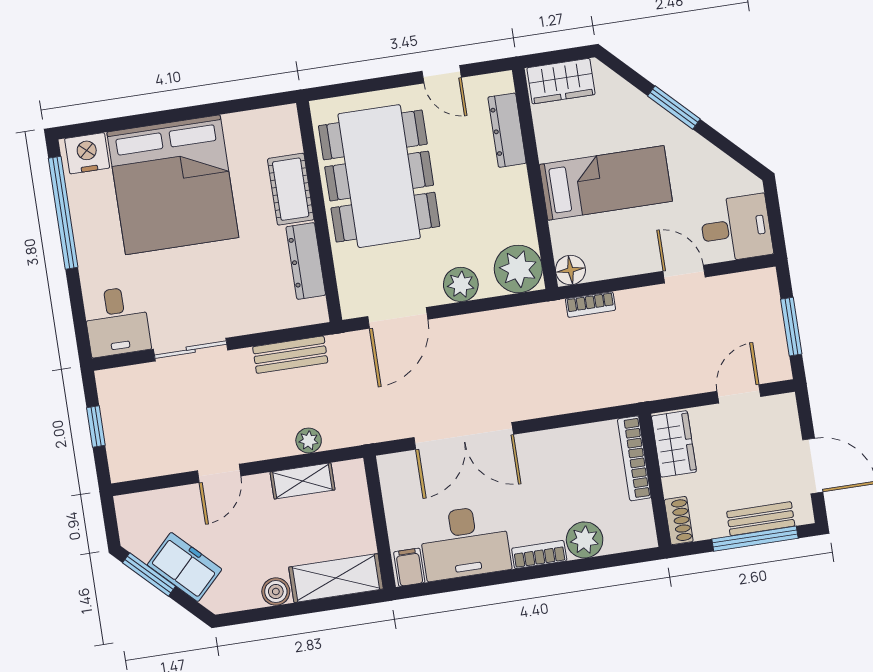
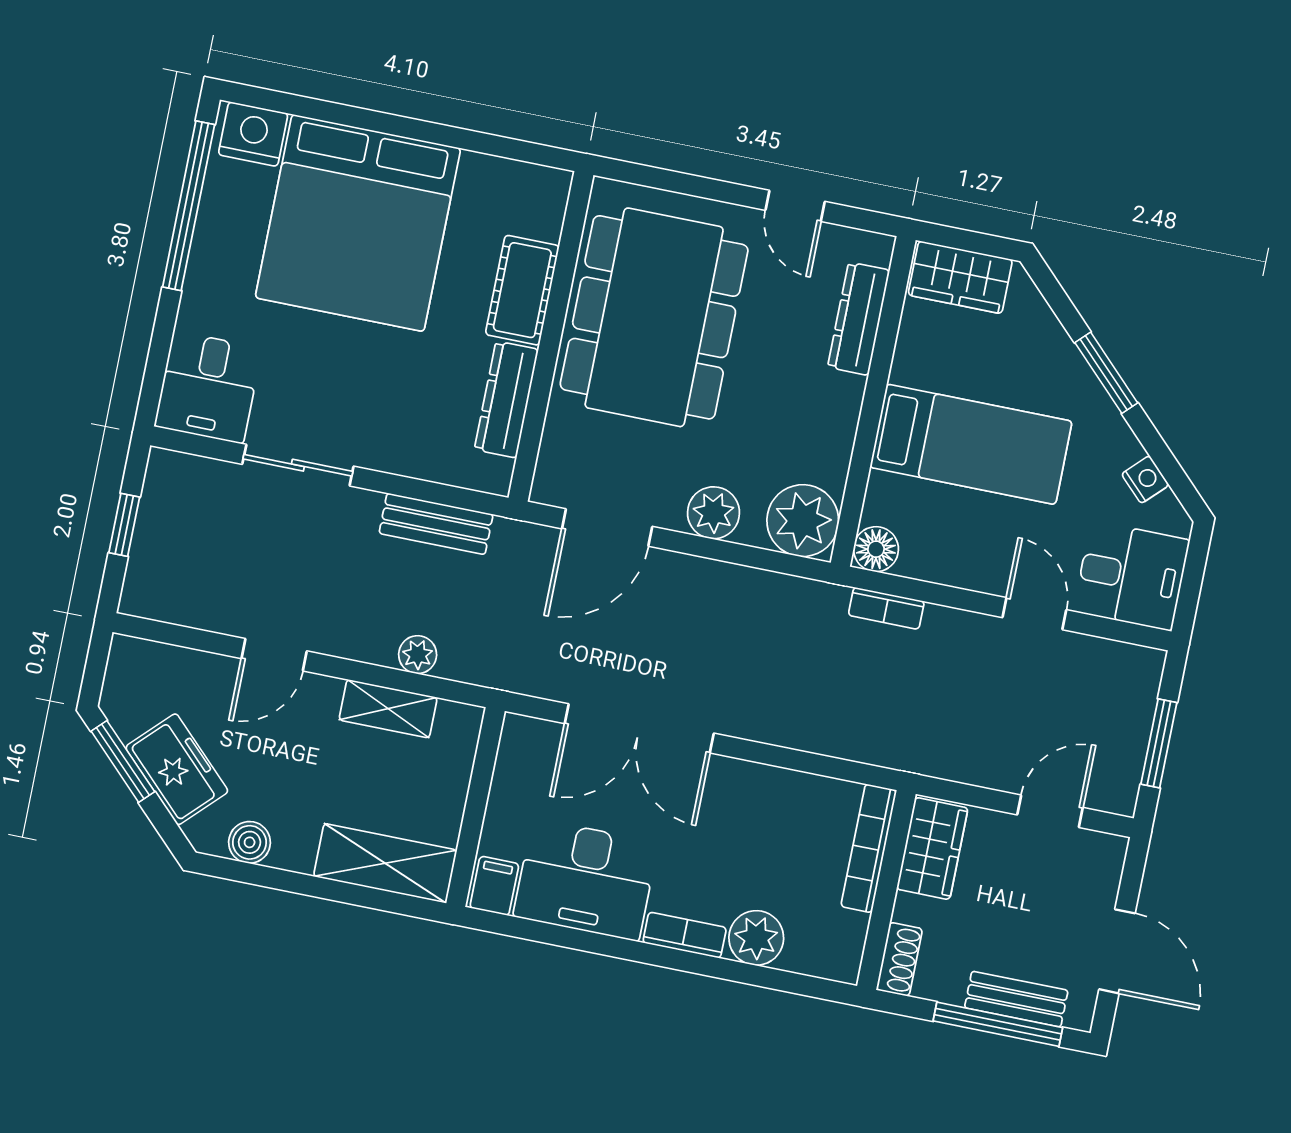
nightstand: (723, 165) -> (1145, 480), added
boiler: (276, 592) -> (250, 842), moved

